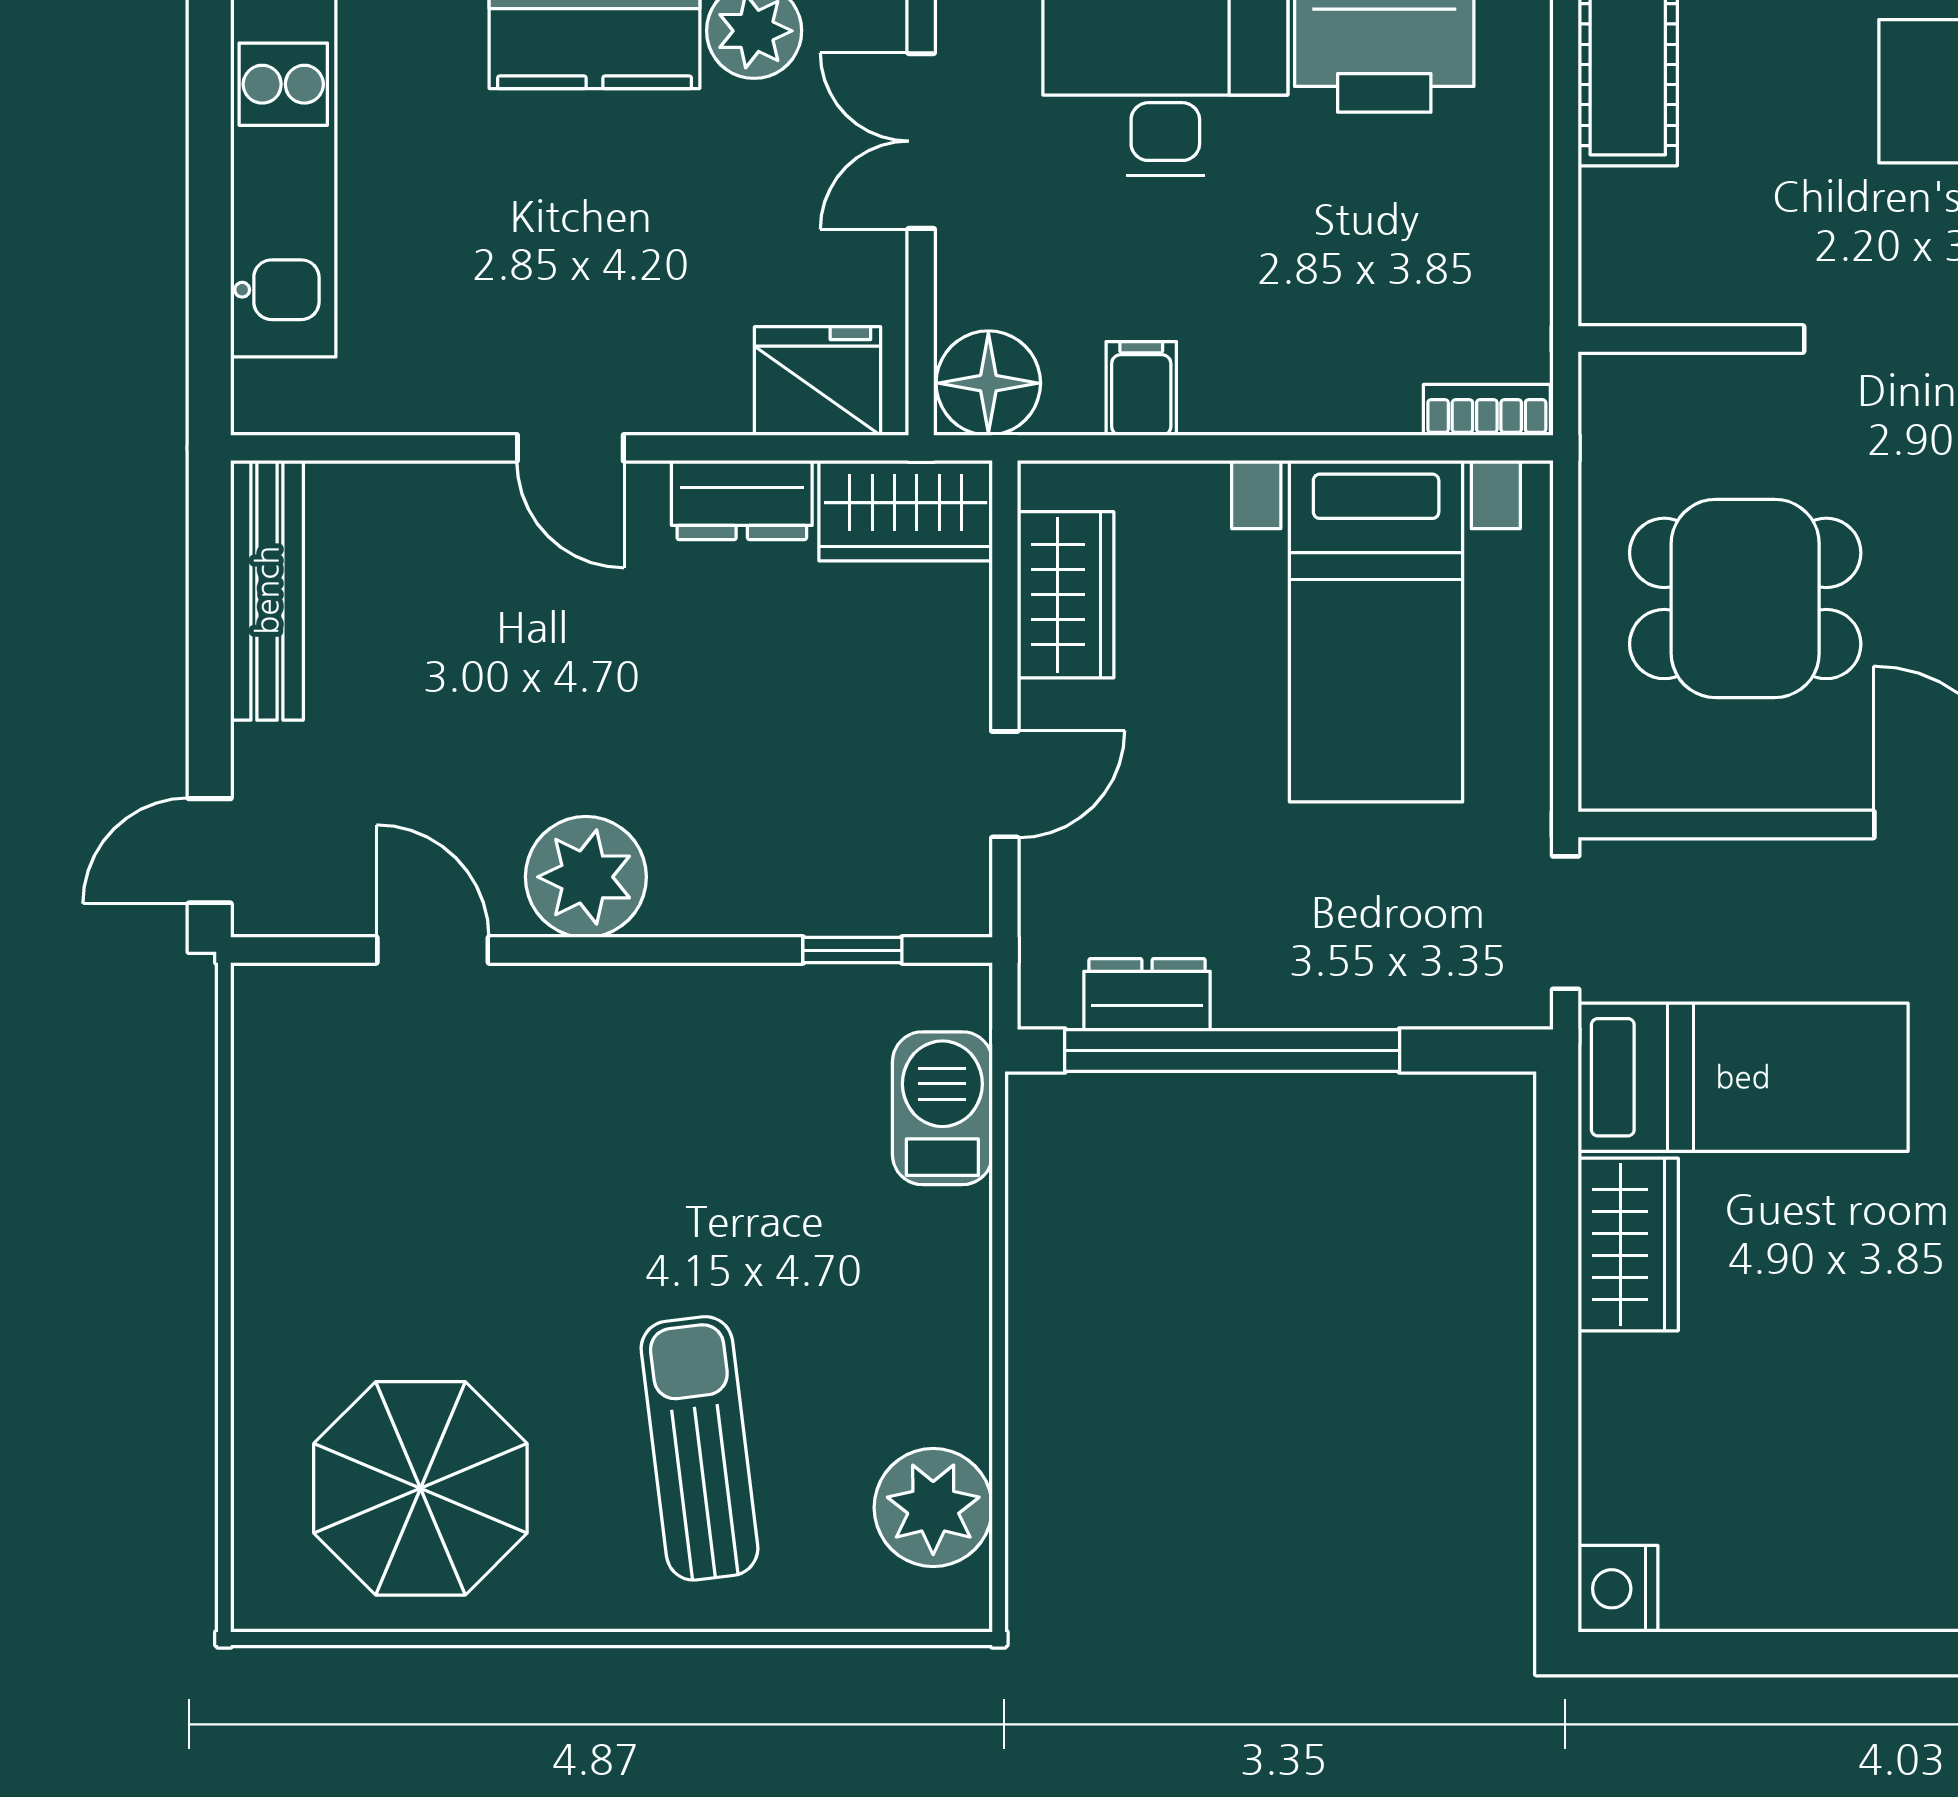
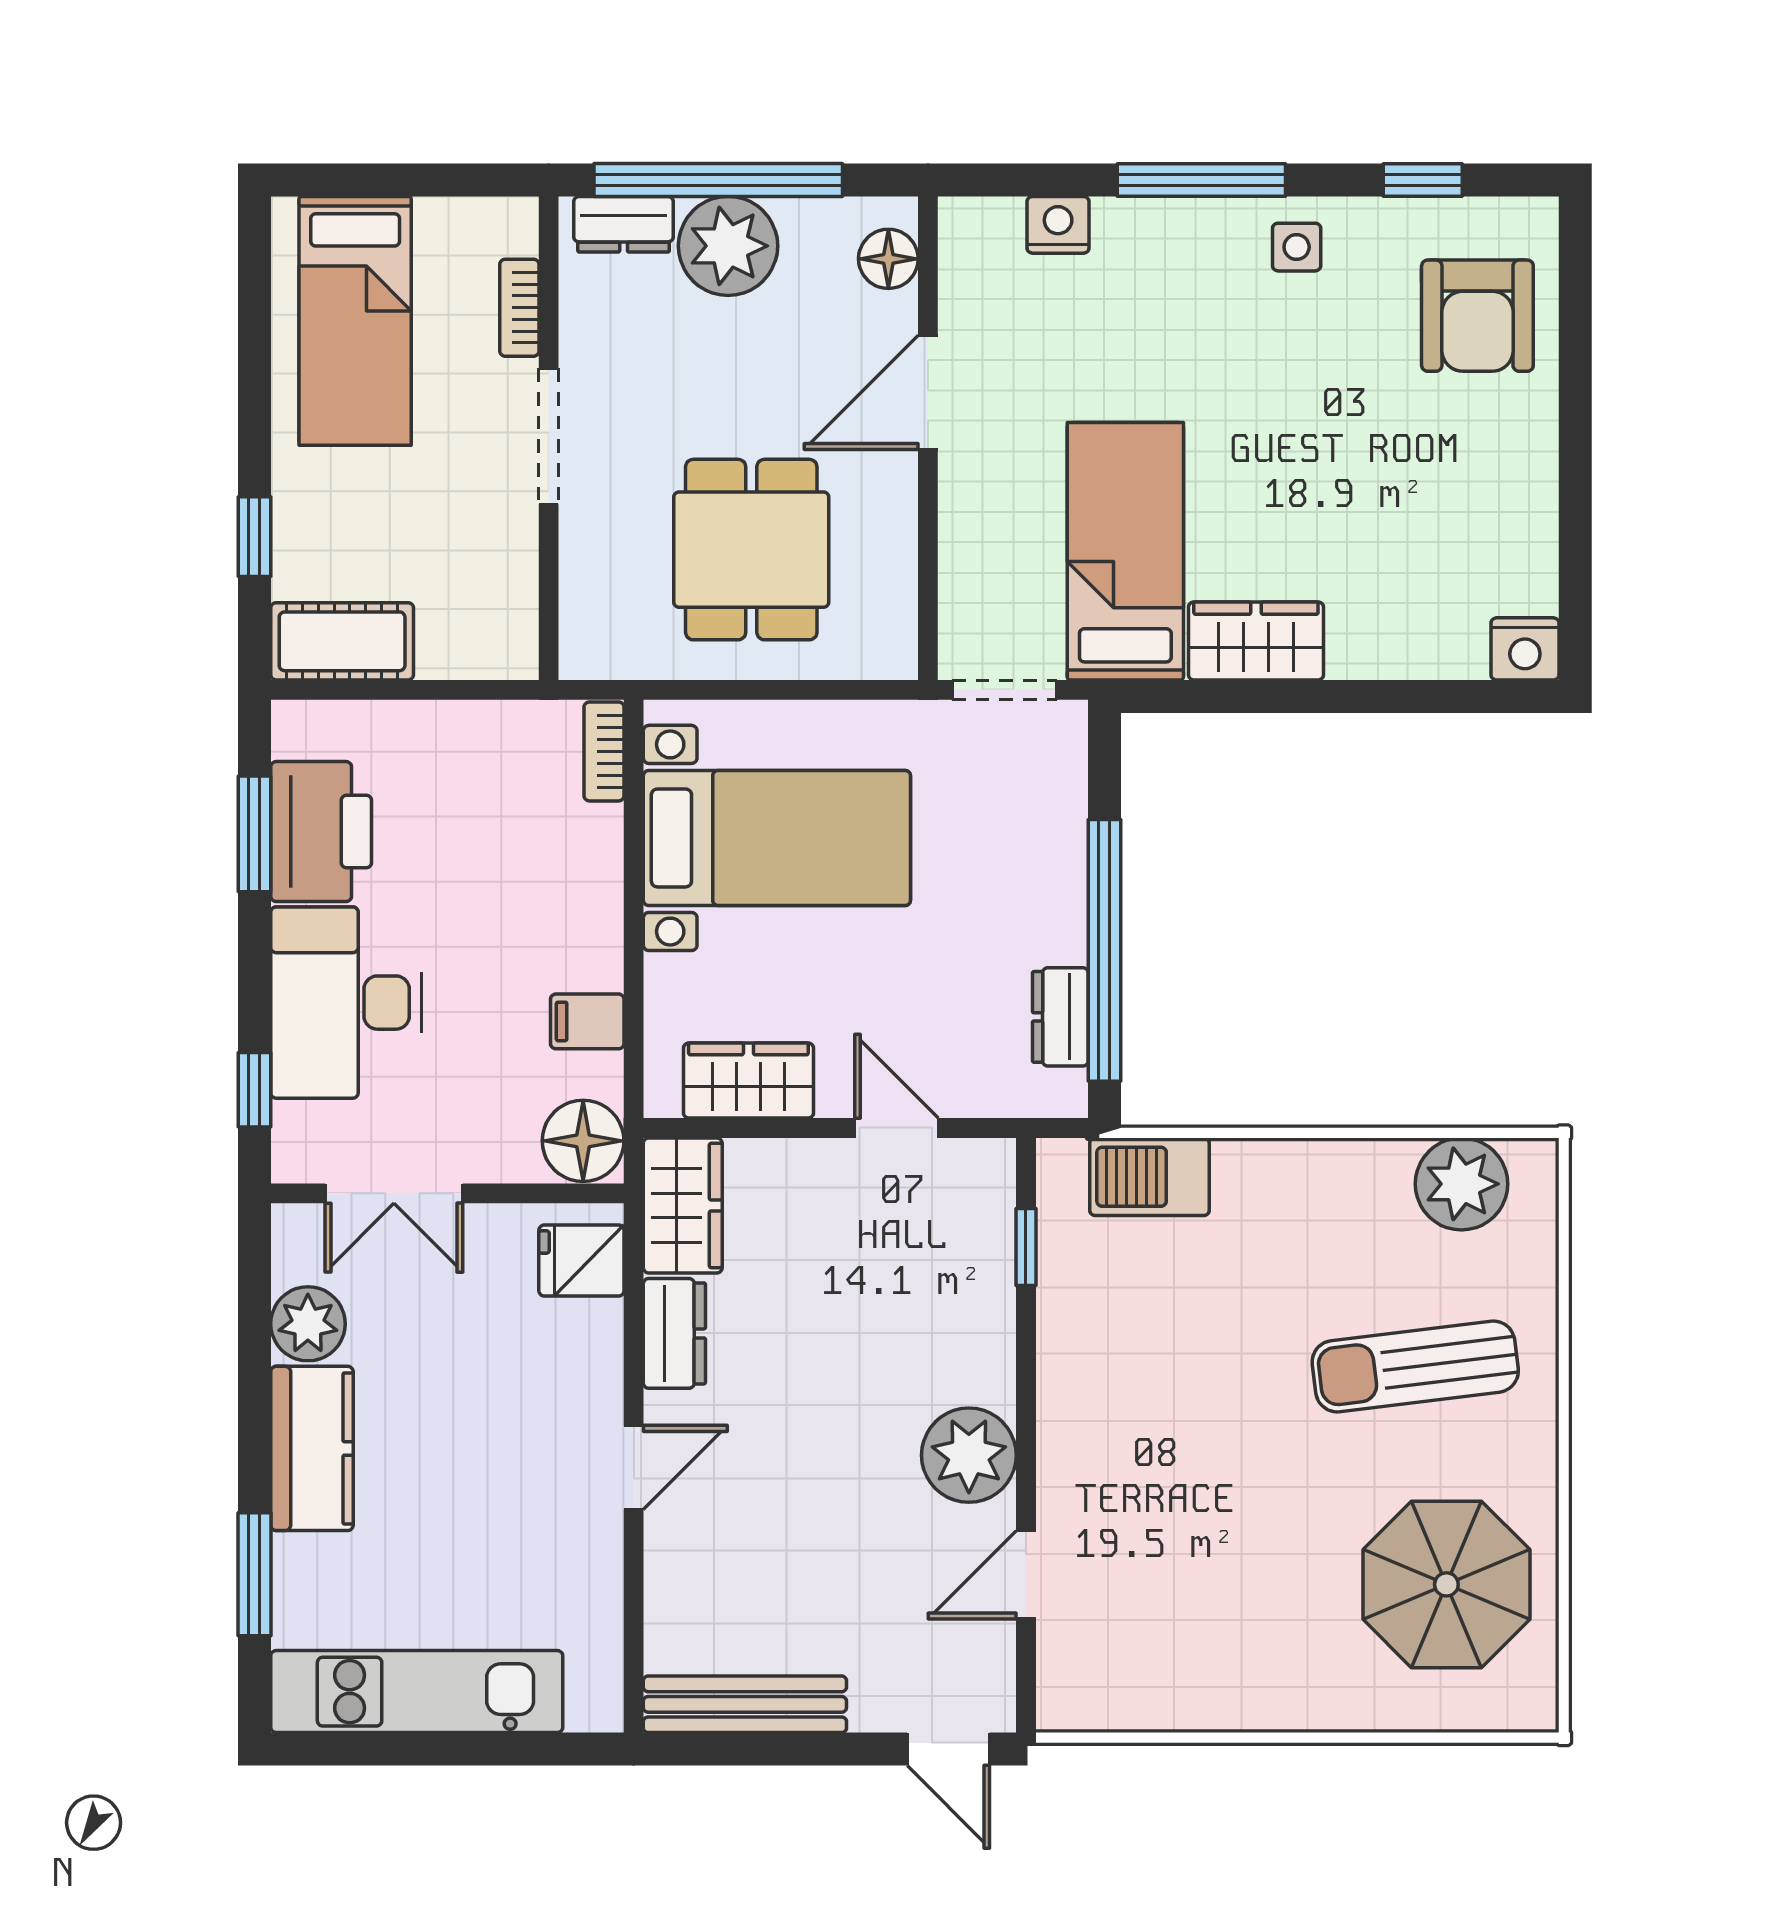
fridge: (818, 381) -> (581, 1261), width x0.72

